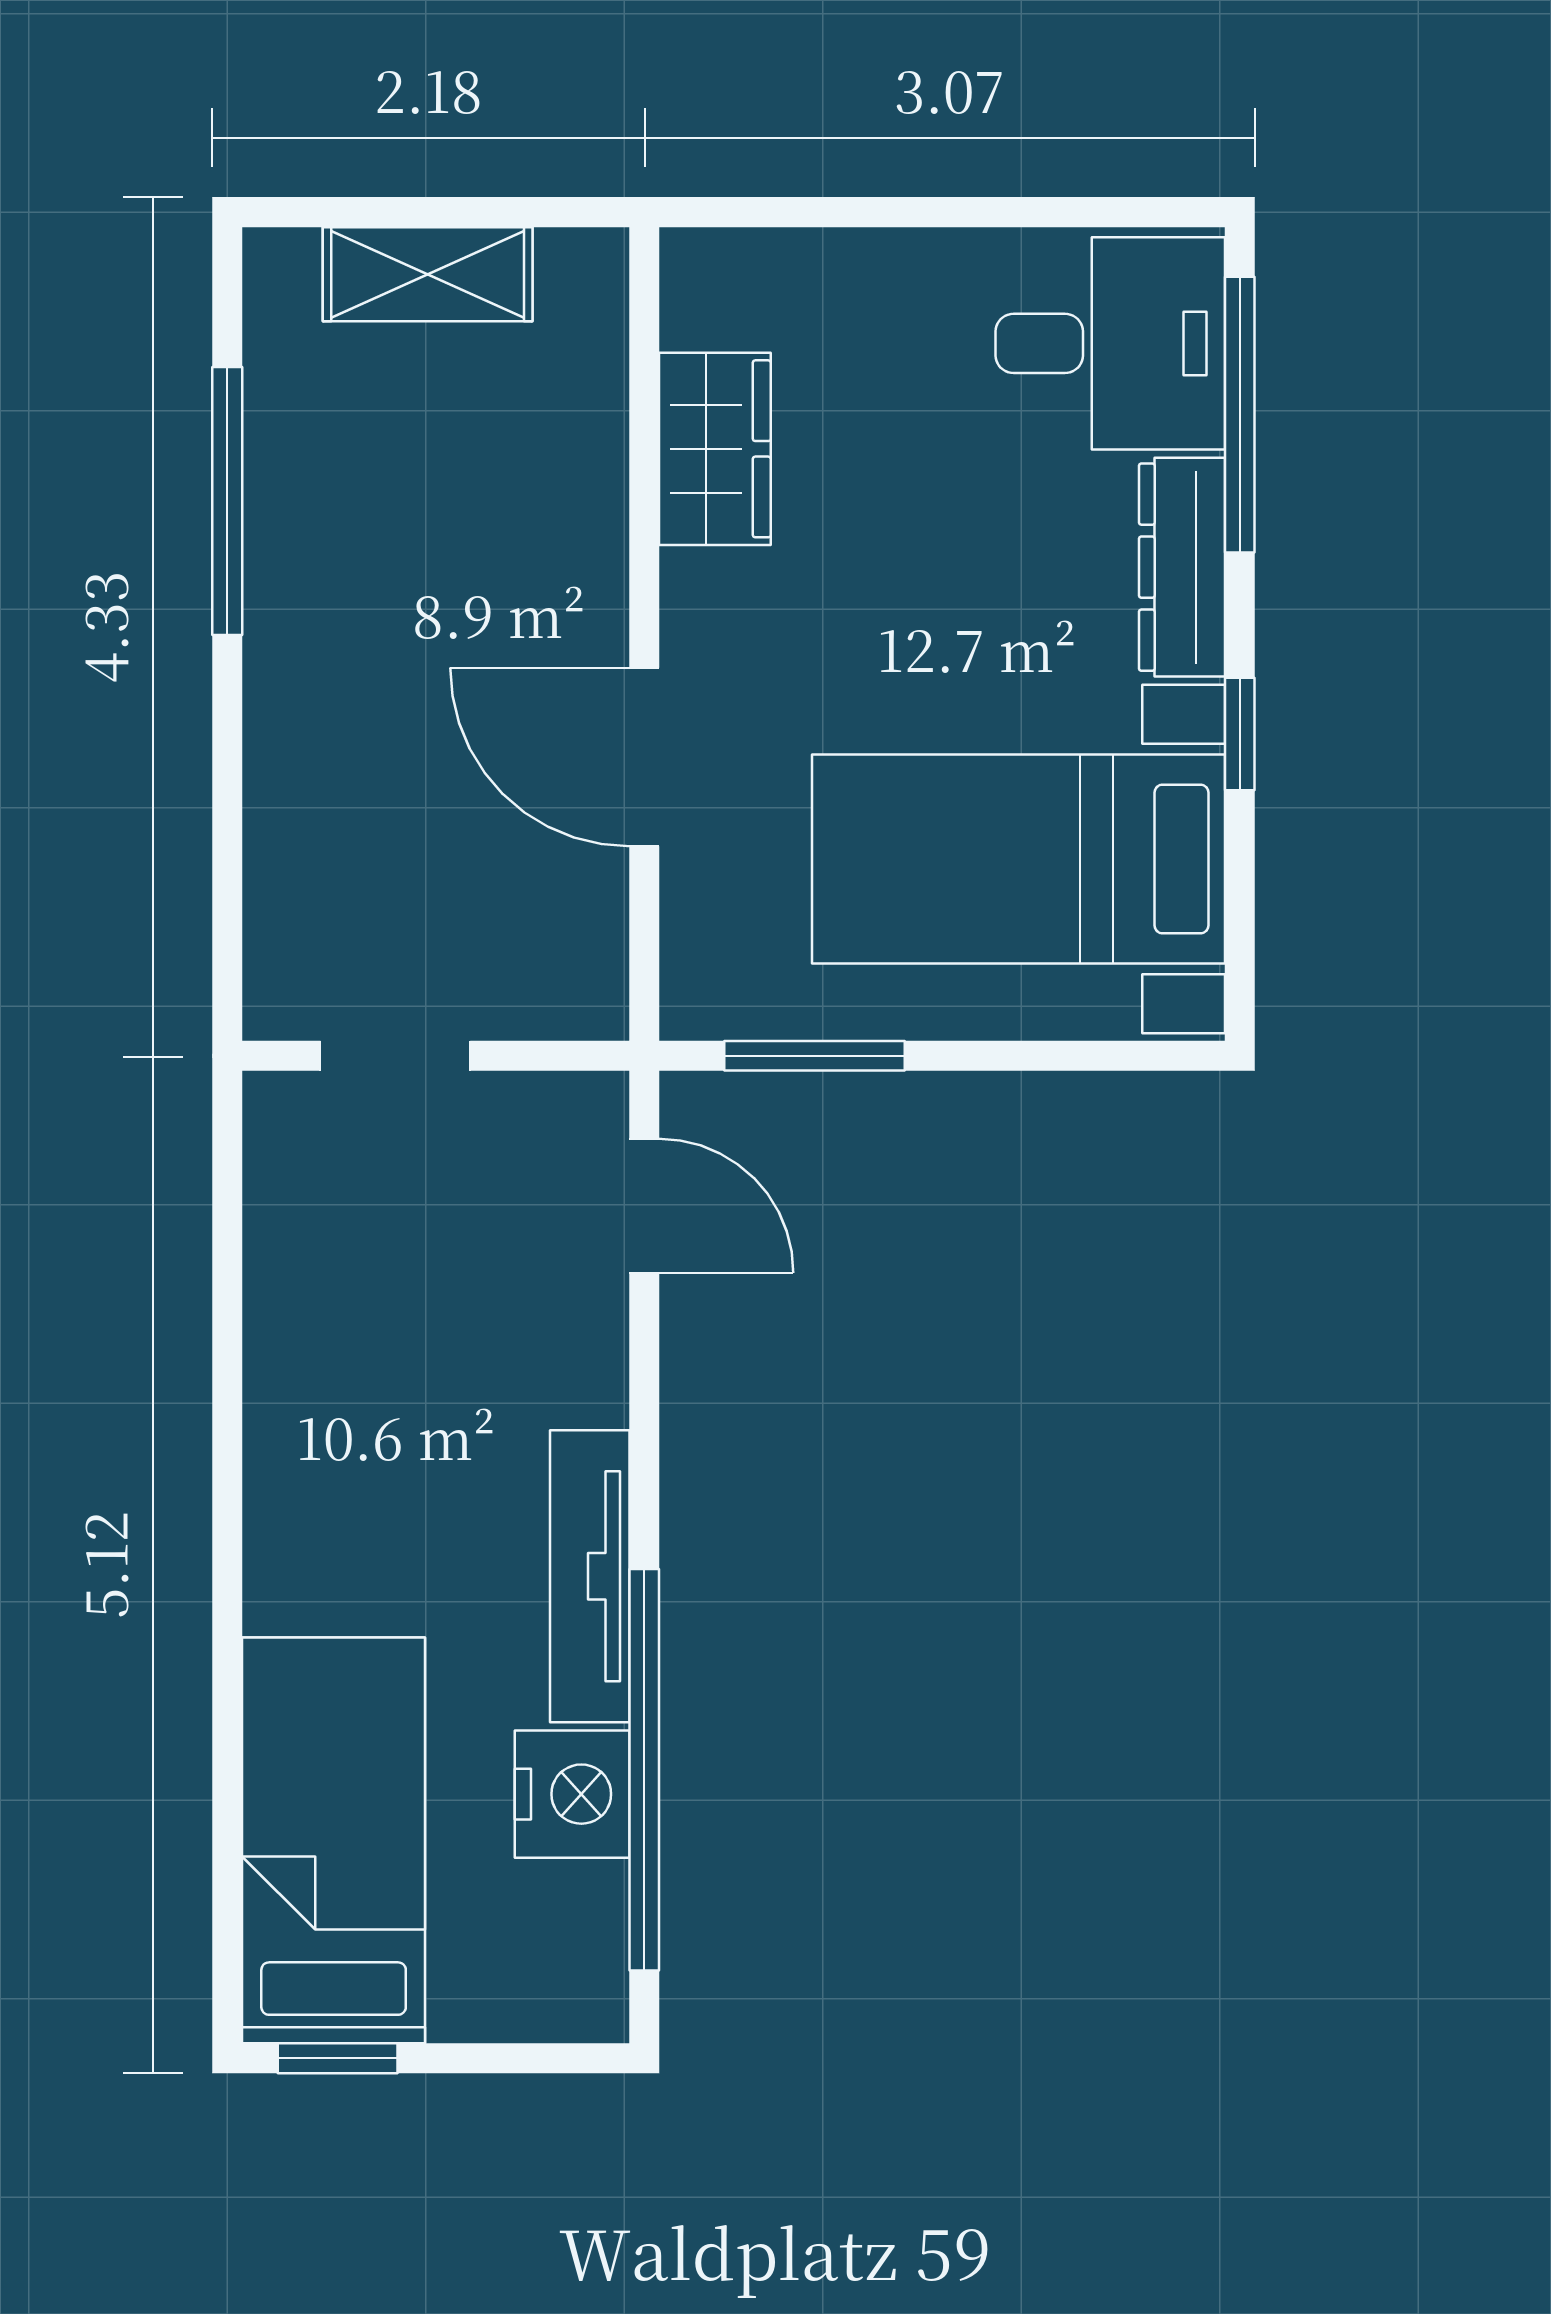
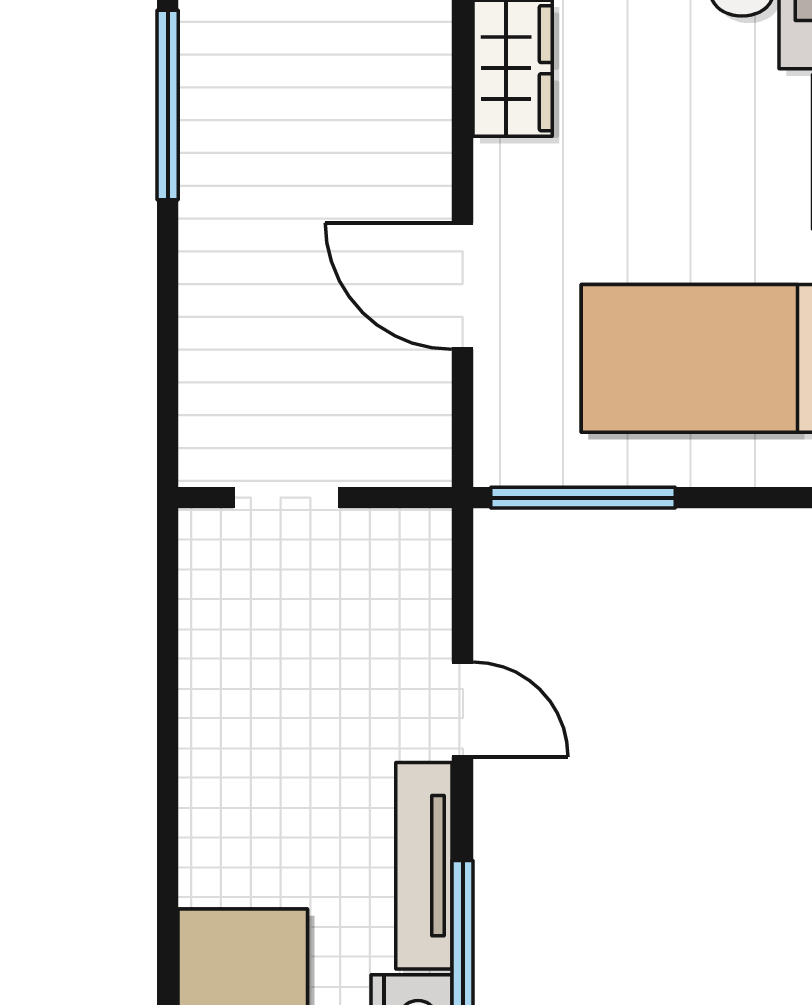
window: (815, 1056) -> (583, 498), width x1.44
door: (644, 1206) -> (463, 709), moved

